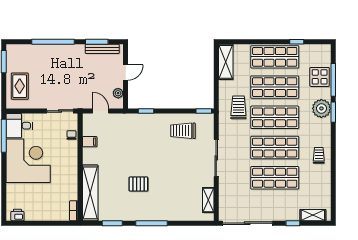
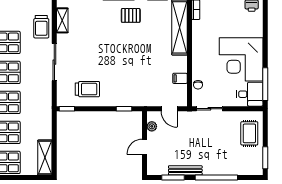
bench: (102, 49) -> (185, 170), moved
trolley: (238, 107) -> (41, 27), moved
pallet: (138, 184) -> (131, 15), moved

